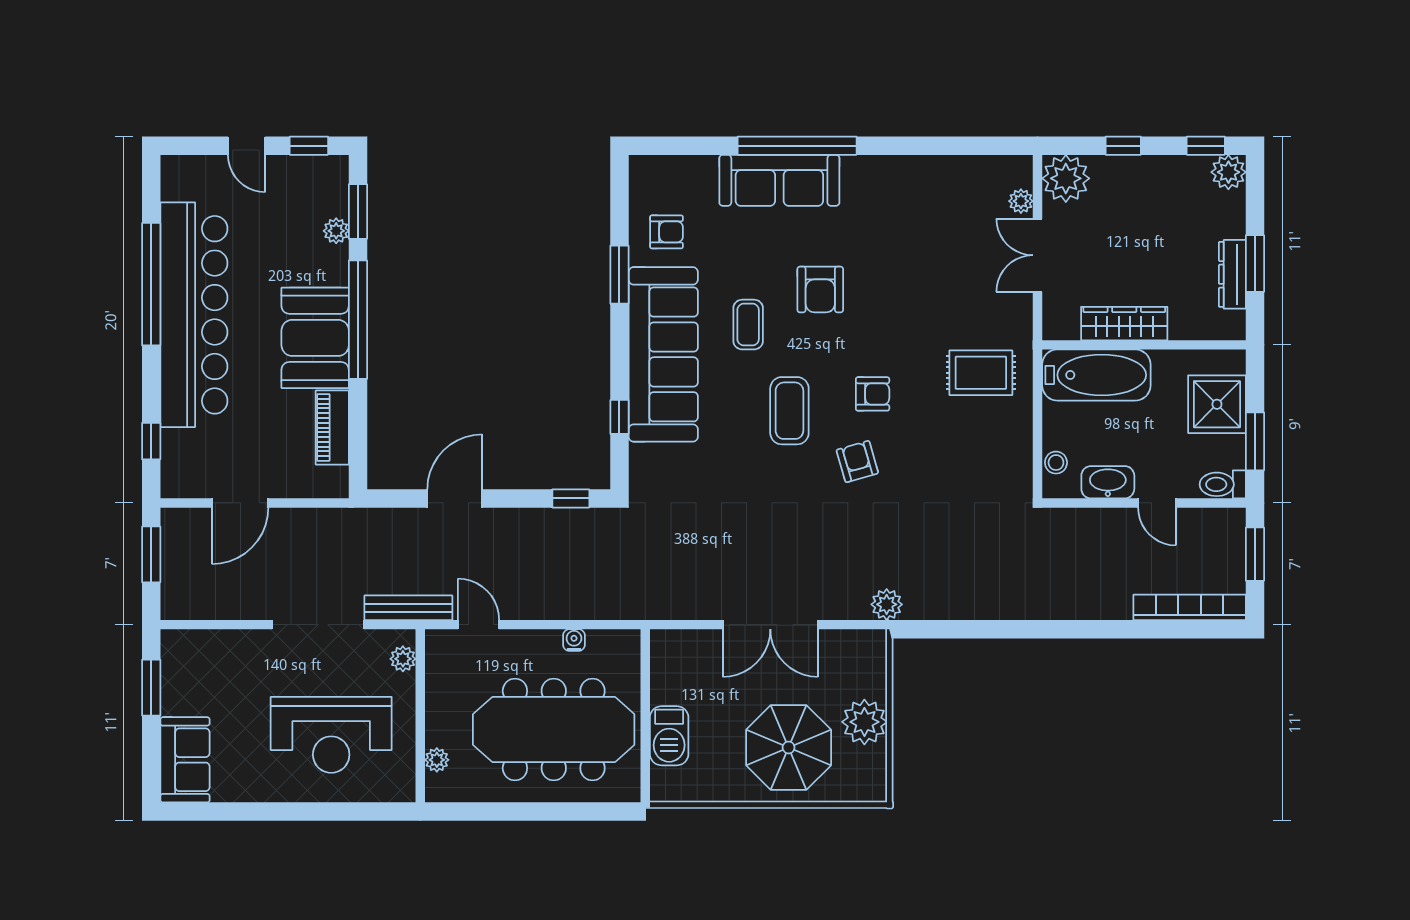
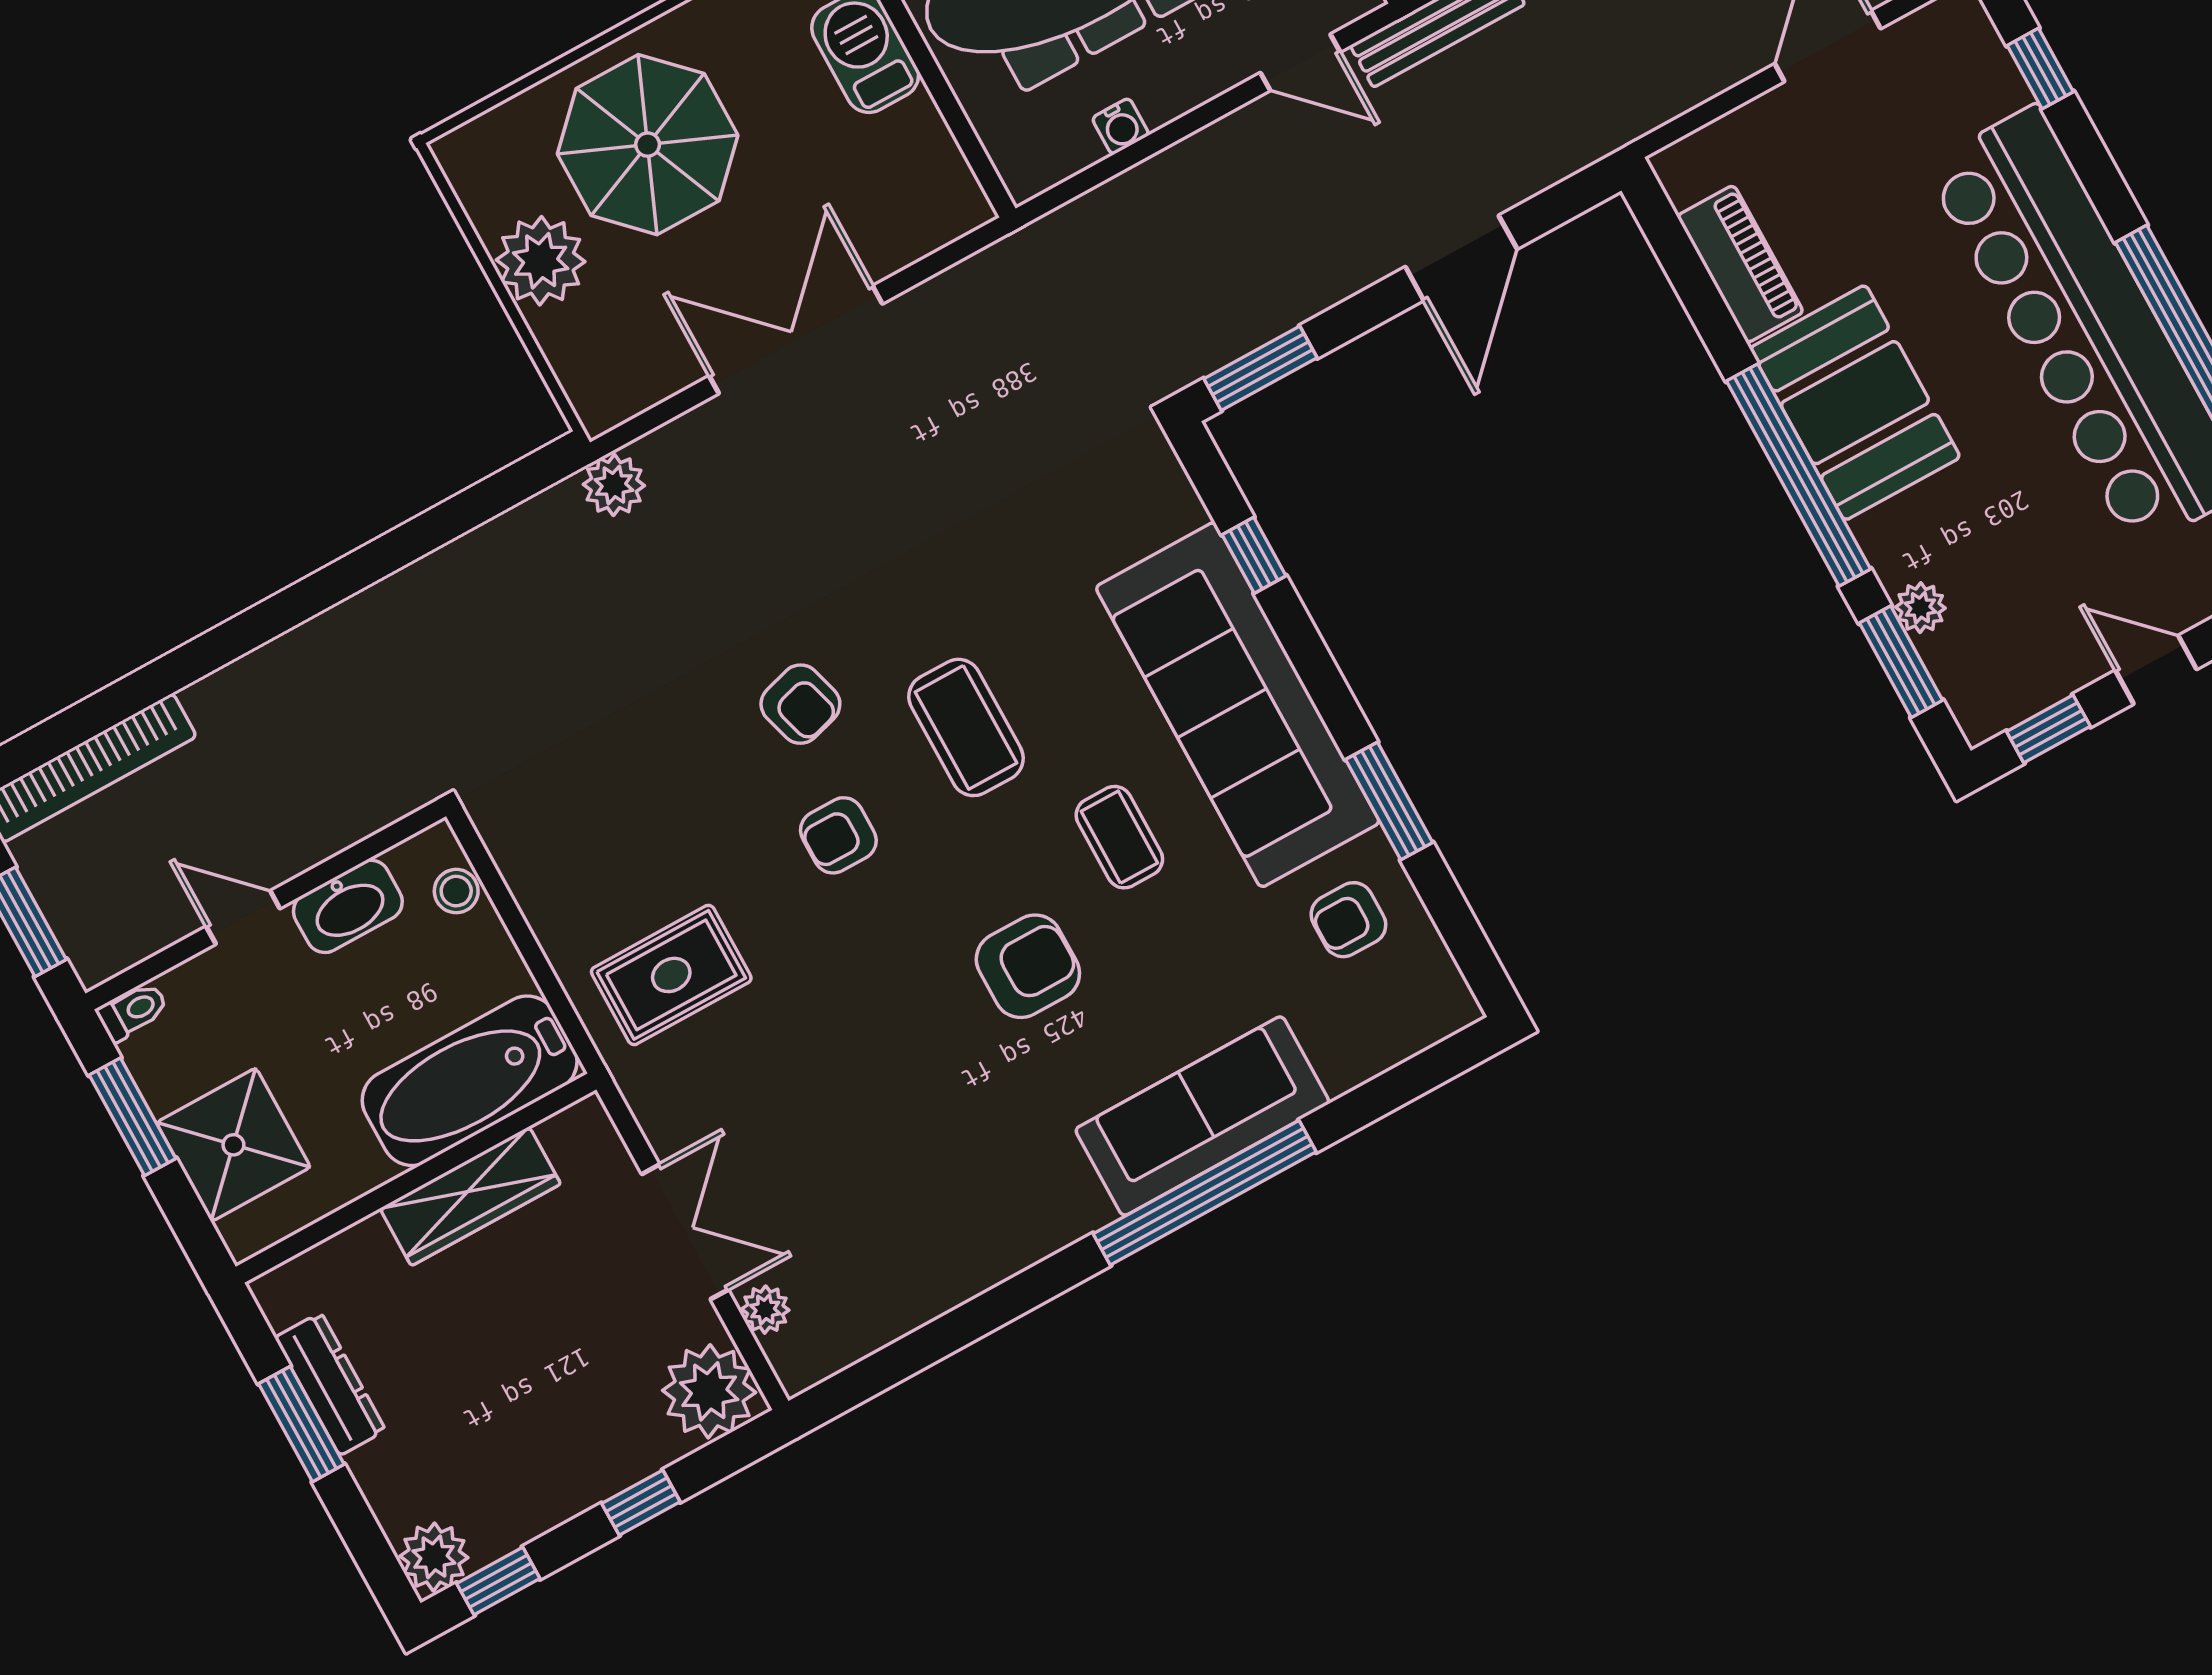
armchair: (820, 289) -> (1028, 966), turned 90
toilet: (1223, 484) -> (133, 1011), width x0.73, depth x0.72
window: (571, 498) -> (1261, 368), width x1.50

